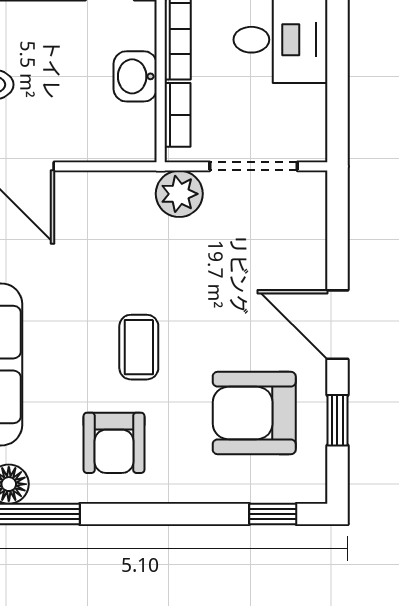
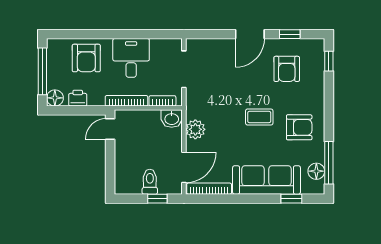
washbasin: (135, 76) -> (172, 119), moved
plant: (179, 194) -> (195, 129), moved
armchair: (254, 413) -> (287, 69), width x0.73, depth x0.73

